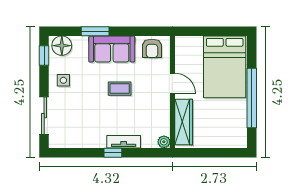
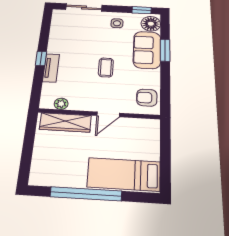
sofa: (112, 49) -> (147, 50), moved
bed: (225, 67) -> (124, 174), width x0.67
plant: (164, 142) -> (61, 104), moved

